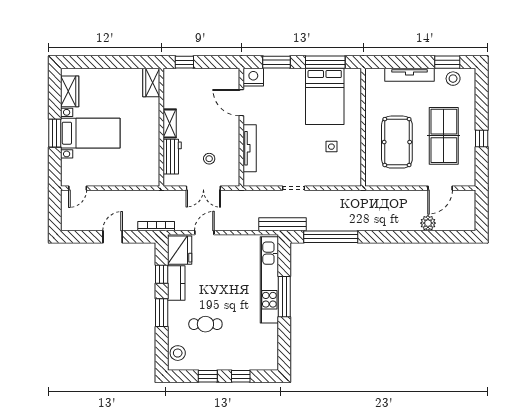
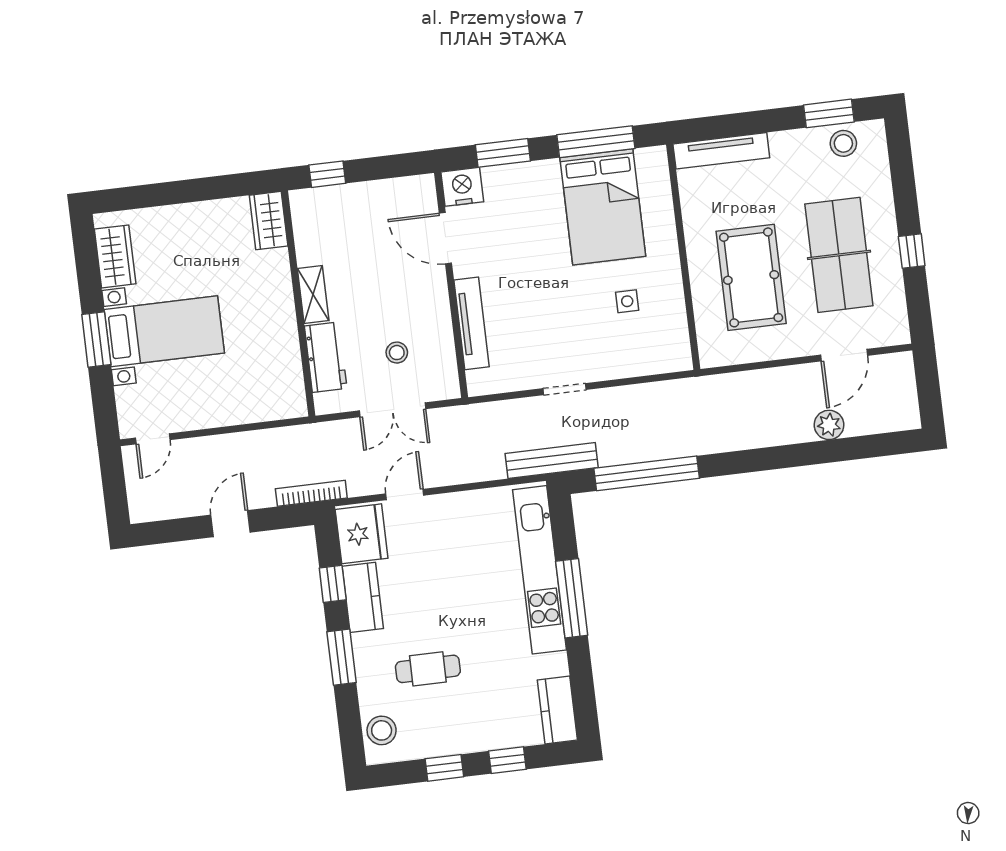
tv unit: (409, 75) -> (721, 151), moved
kitchen counter: (270, 353) -> (557, 710), added

